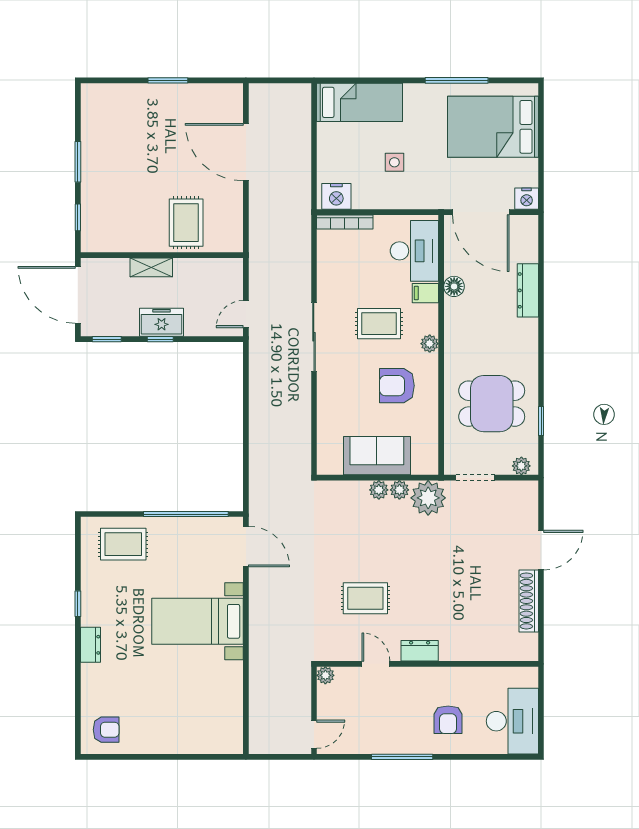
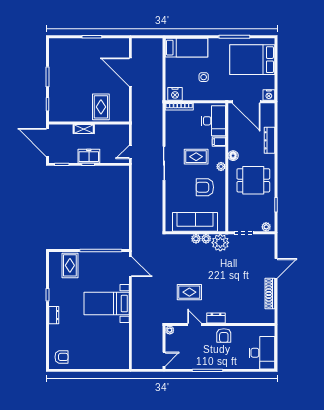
floor lamp: (454, 286) -> (233, 156), moved
dining table: (492, 404) -> (253, 180), moved
sofa: (377, 456) -> (195, 222), width x1.36
rug: (123, 544) -> (70, 265), turned 90
armchair: (448, 720) -> (224, 335), moved

